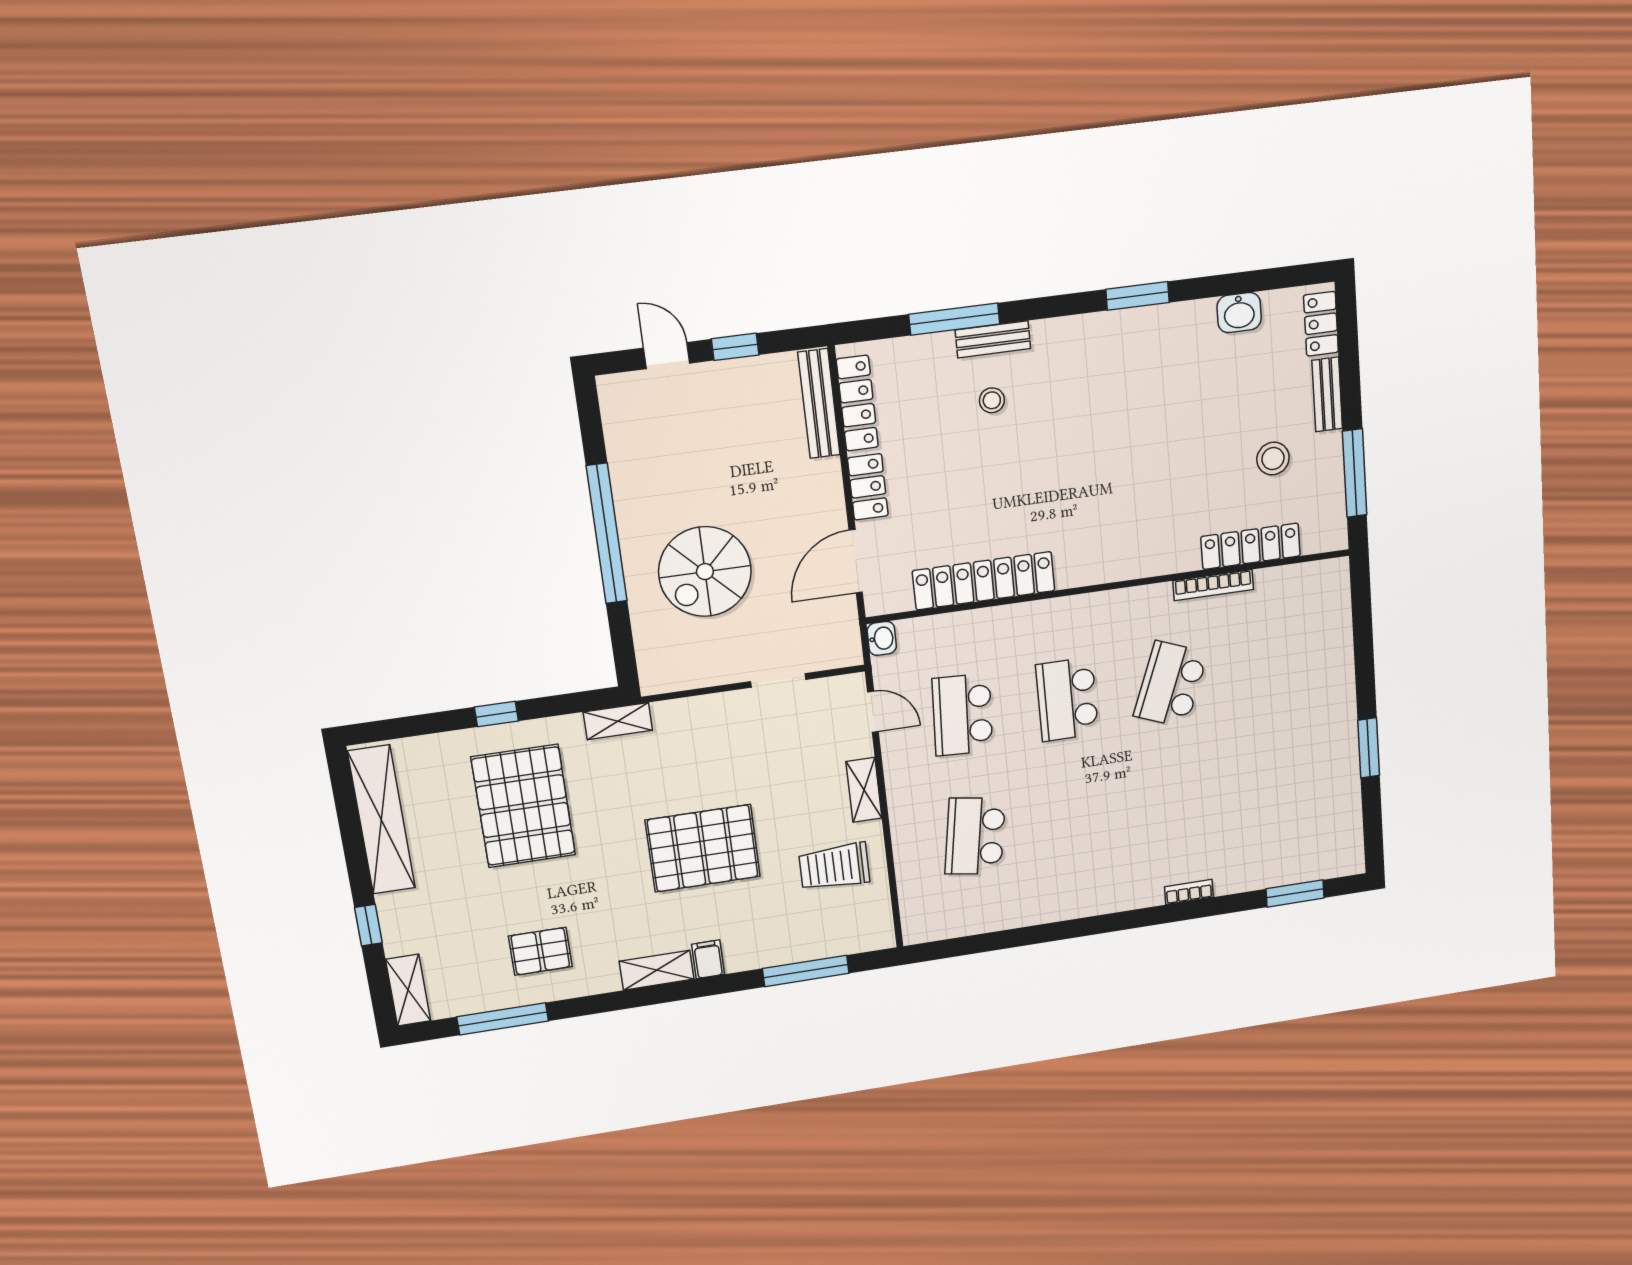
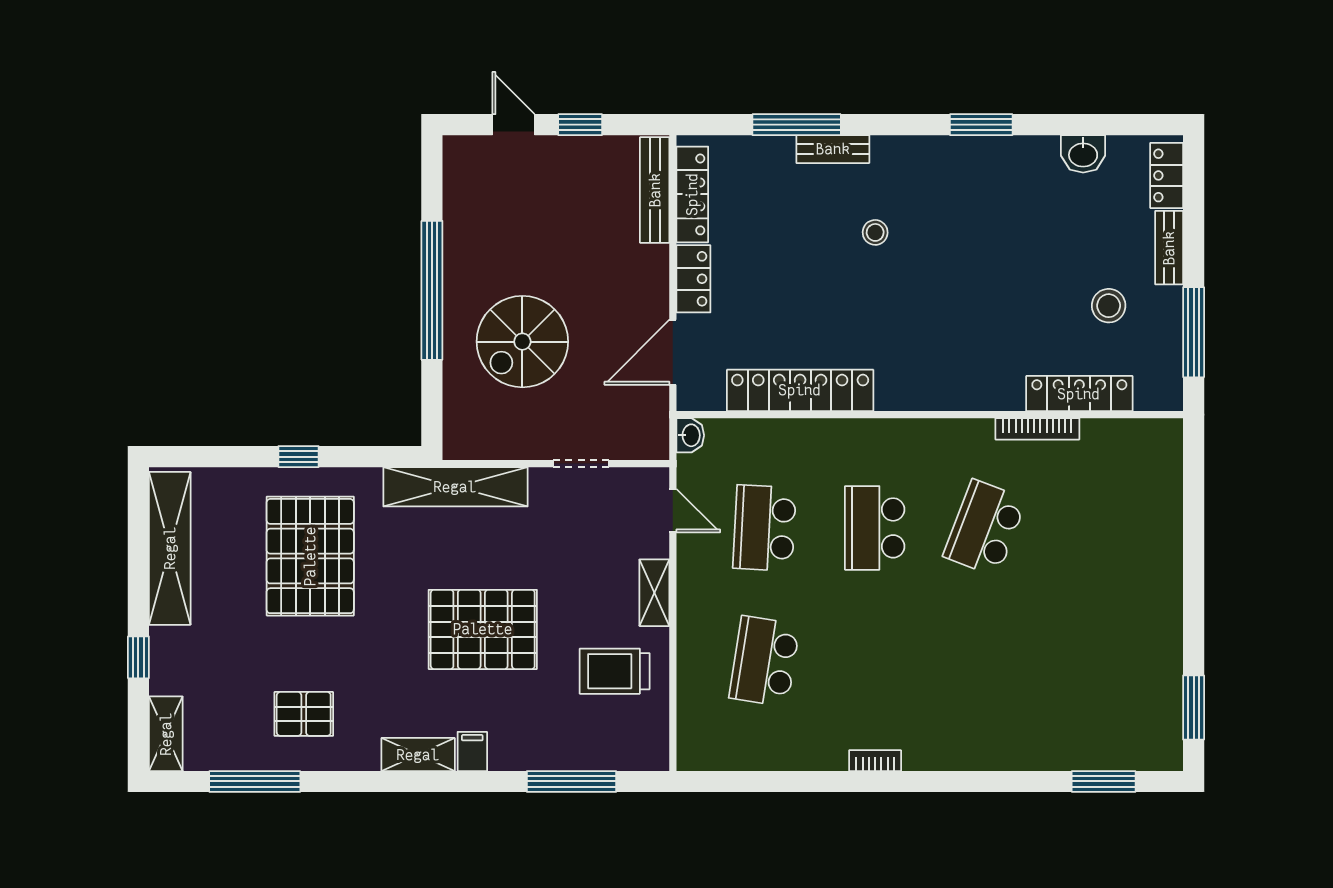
stool: (992, 400) -> (875, 232), moved
shelving: (618, 721) -> (455, 487), width x2.20, depth x1.33
window: (1369, 748) -> (1194, 708), moved
bookcase: (1189, 892) -> (875, 761), moved

